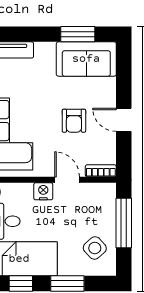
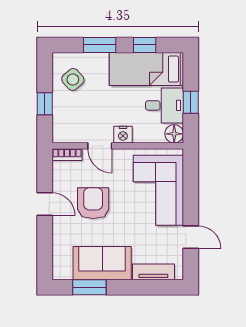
sofa: (86, 59) -> (102, 263), moved
armchair: (74, 121) -> (93, 203), width x1.38, depth x1.38
window: (124, 223) -> (45, 104), width x0.46

